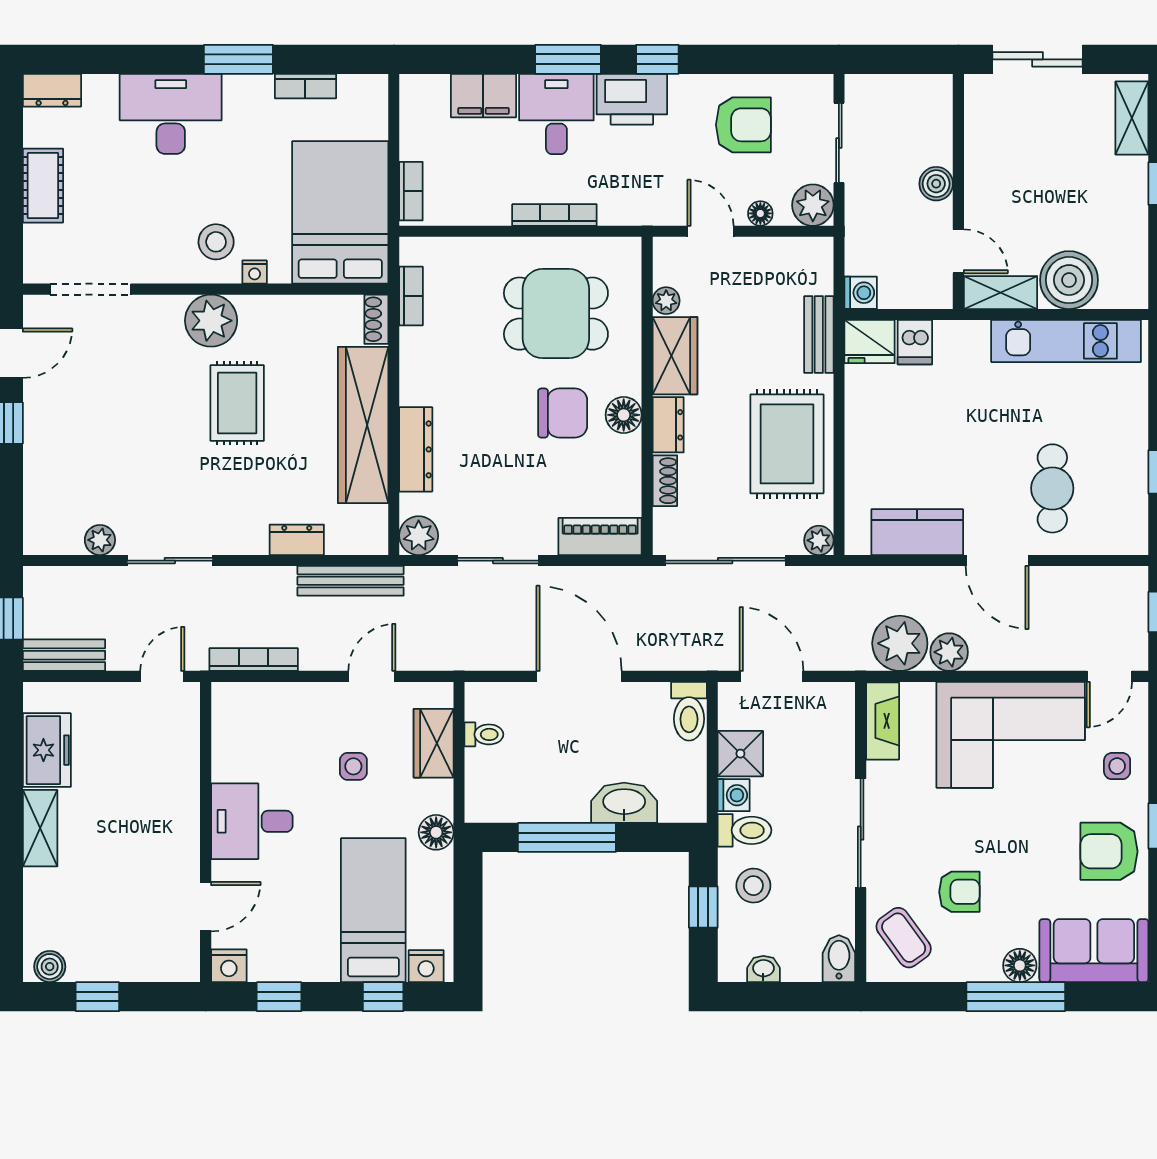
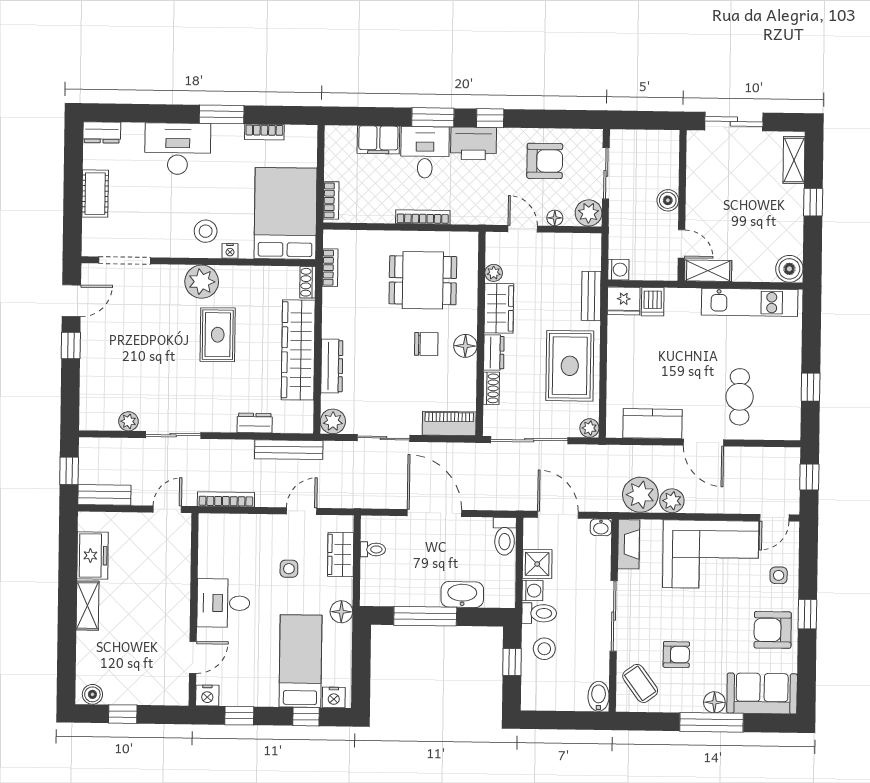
boiler: (1069, 280) -> (789, 269), moved, width x0.73, depth x0.73
chair: (563, 413) -> (426, 344), width x0.73, depth x0.73
washbasin: (763, 969) -> (601, 527), moved, turned 180

